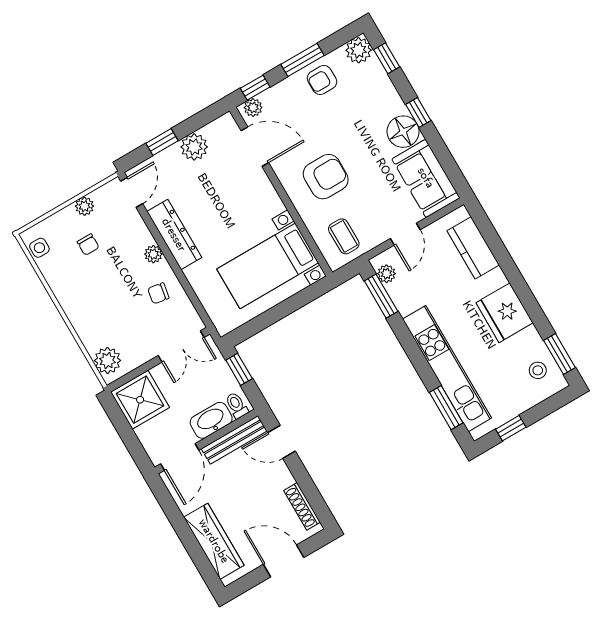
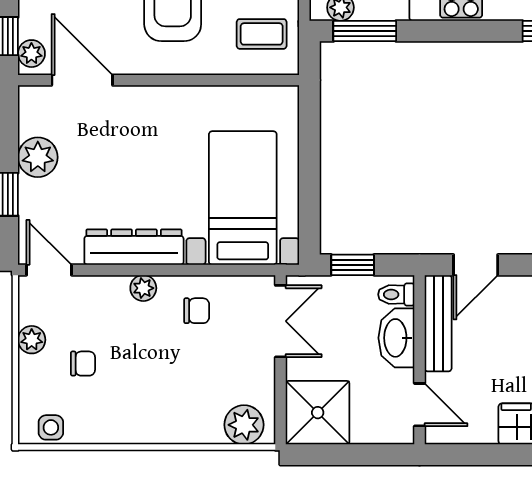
door: (255, 147) -> (82, 80), hinge flipped
bed with nightstands: (268, 266) -> (243, 198), moved, turned 180
chair: (158, 293) -> (197, 311), turned -100
door: (180, 457) -> (420, 405), width x0.73

